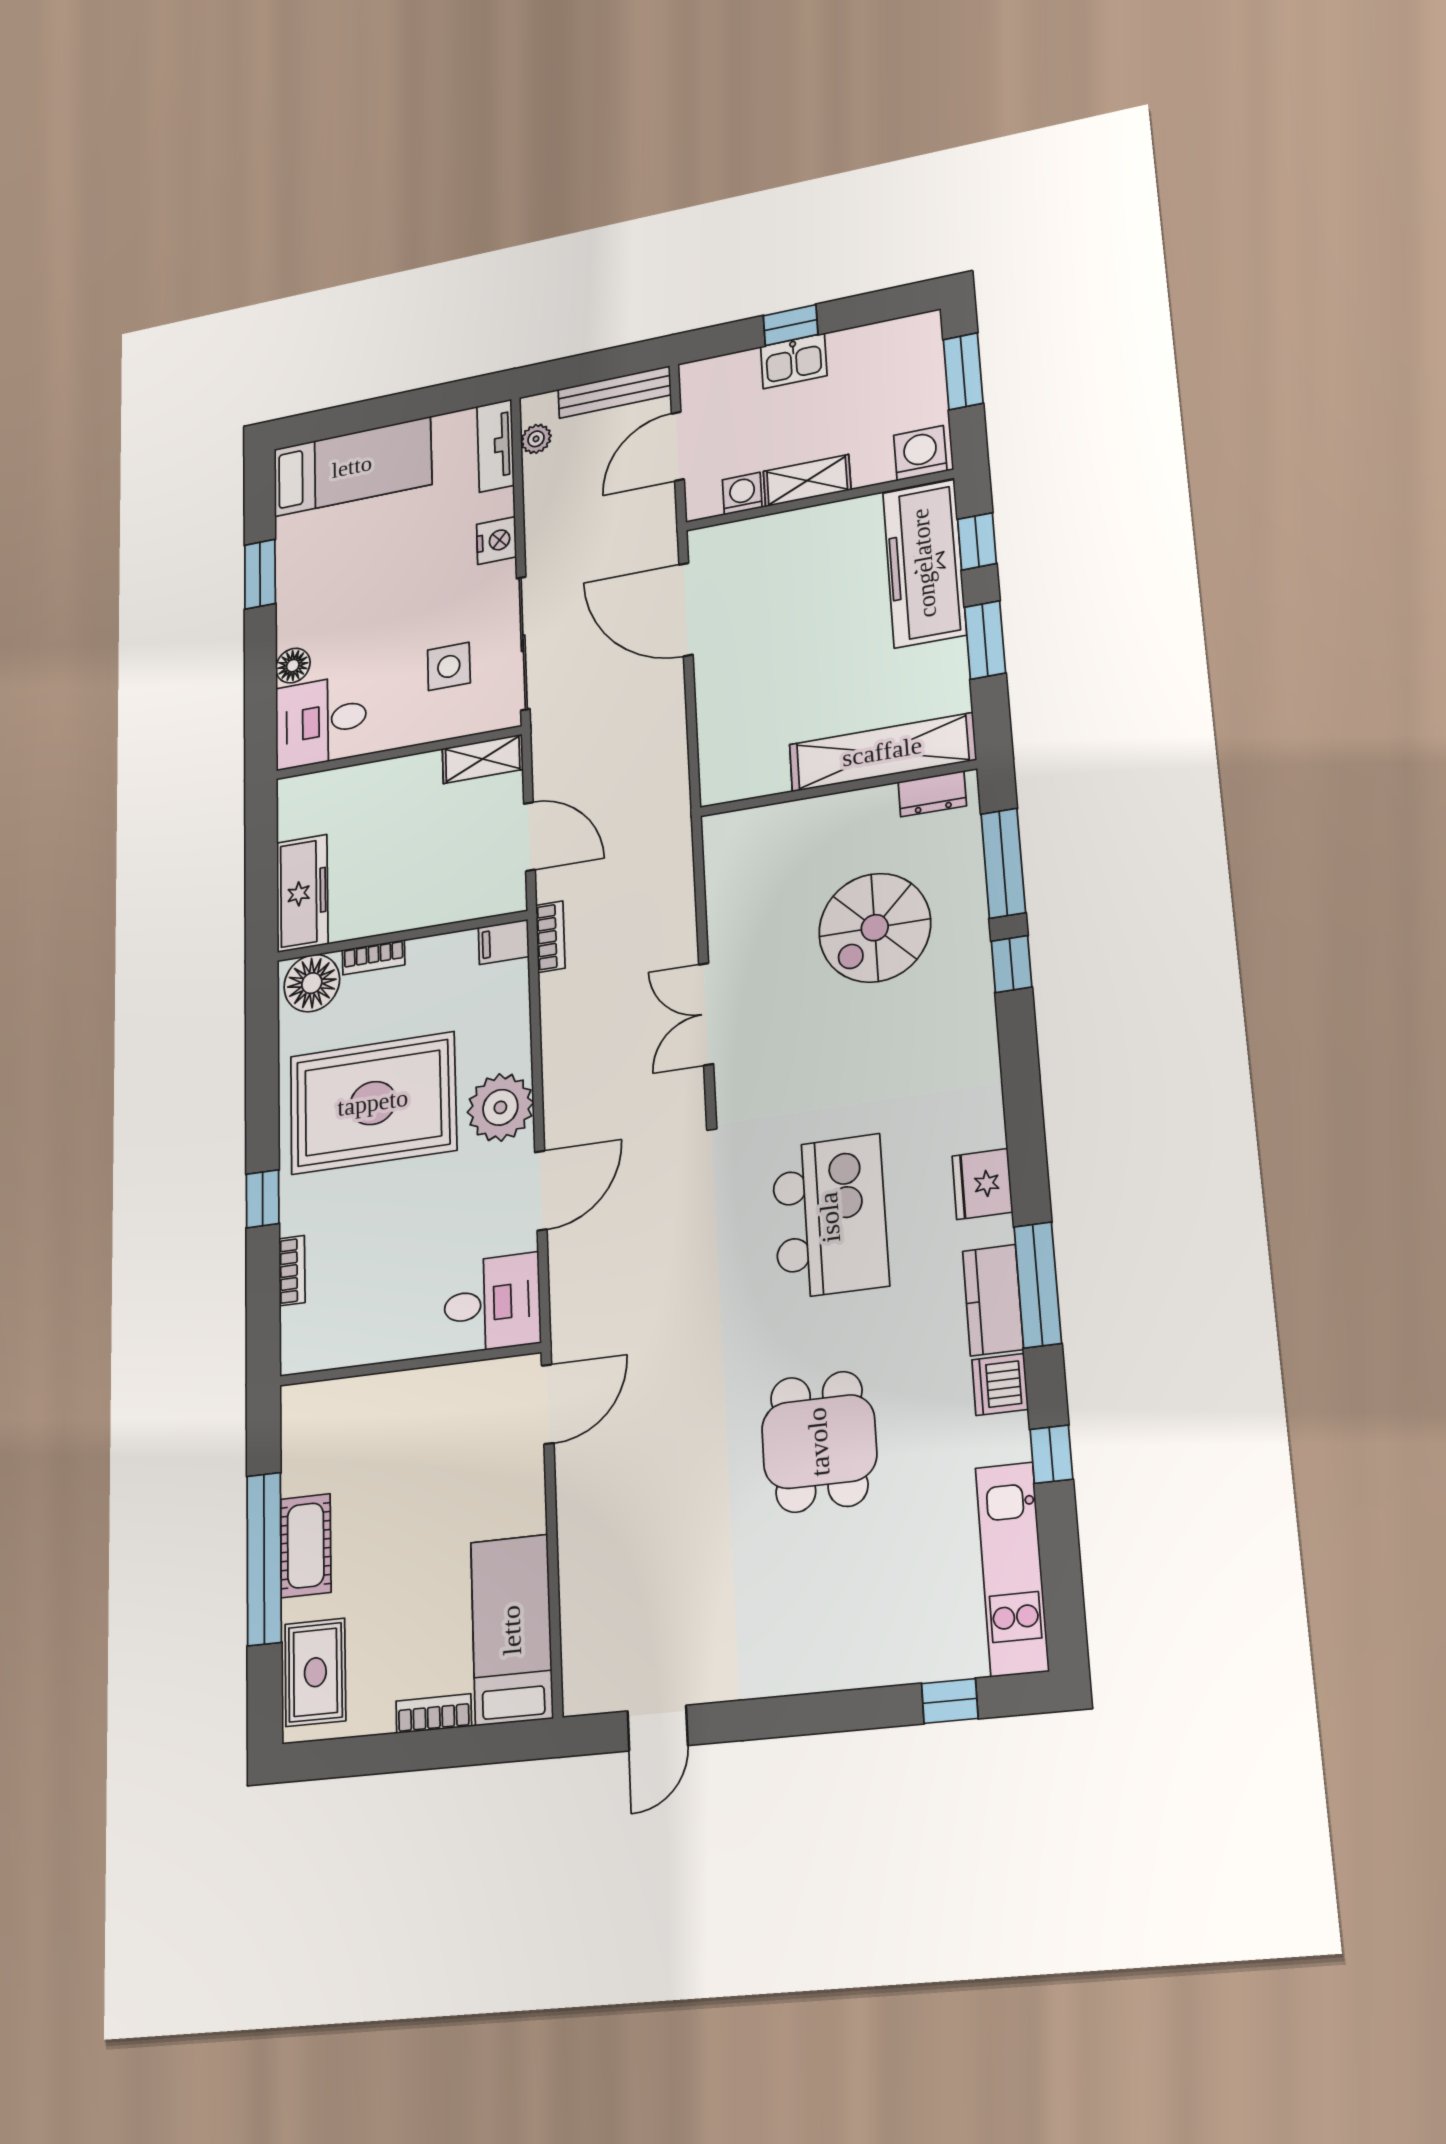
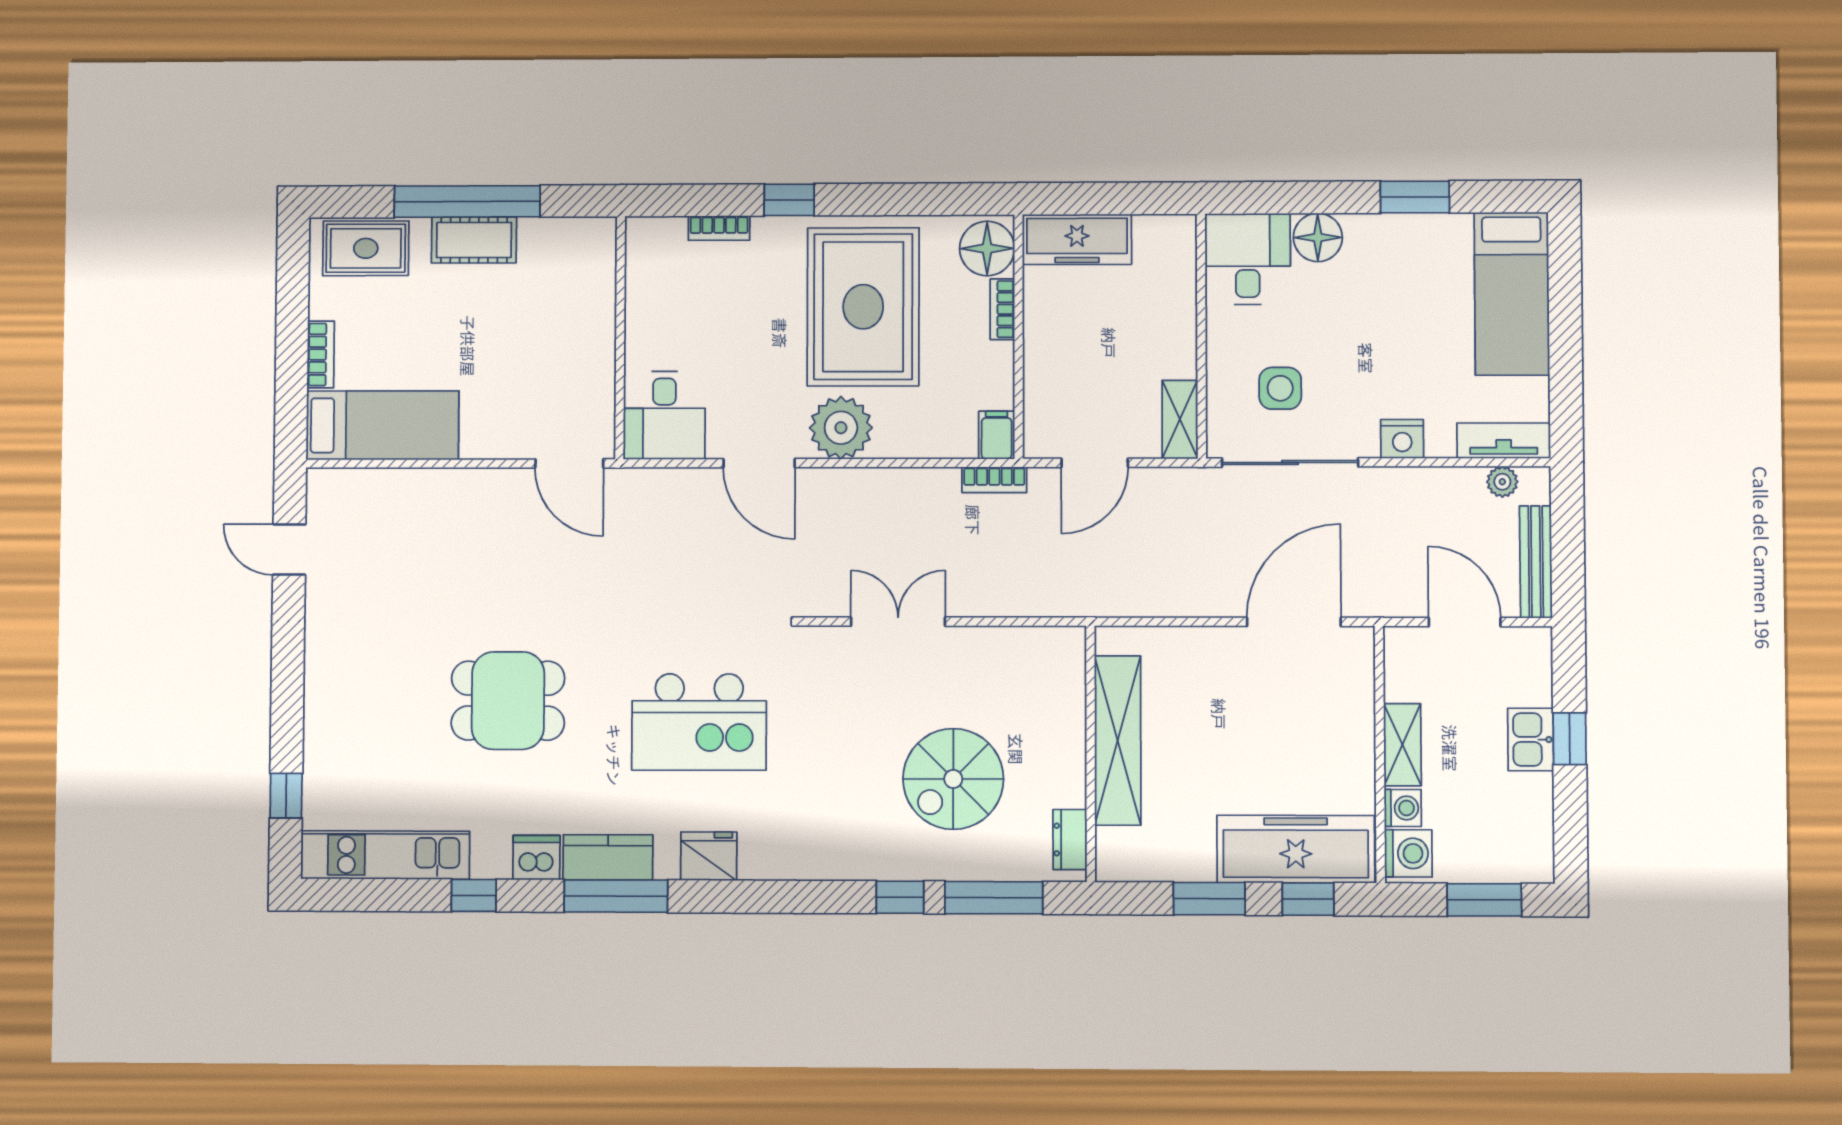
washing machine: (742, 494) -> (1403, 808), moved
floor lamp: (293, 666) -> (1318, 237), width x1.38, depth x1.38
shelving: (882, 752) -> (1118, 740), moved
spiral stairs: (875, 928) -> (953, 779), turned -90

